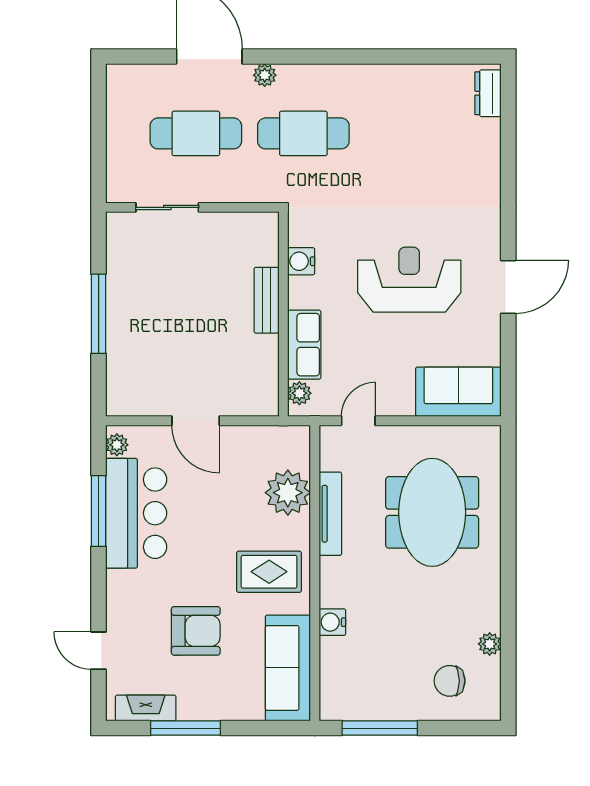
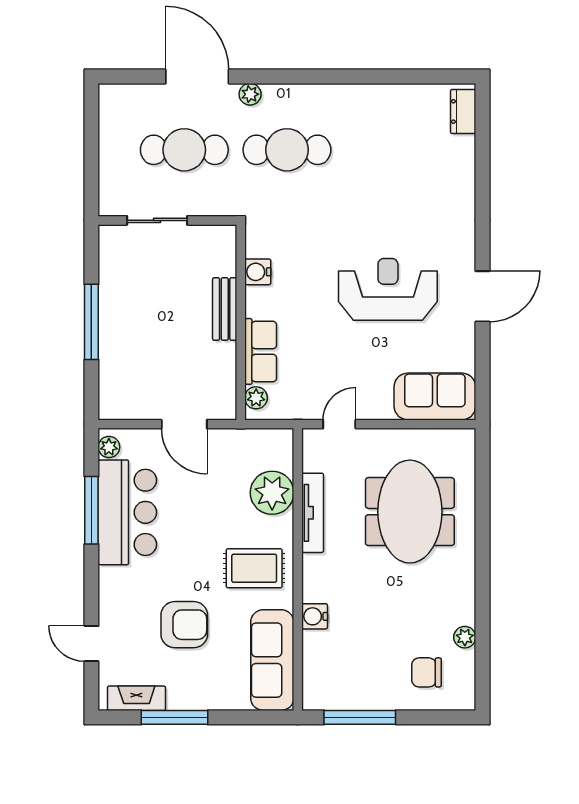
water cooler: (301, 261) -> (258, 272), moved
bench: (267, 300) -> (225, 309), moved
wall: (283, 314) -> (241, 322), moved
row of seats: (304, 345) -> (261, 351), moved
plant: (299, 393) -> (256, 398), moved

